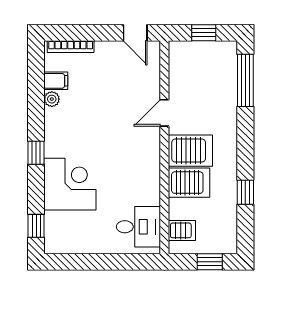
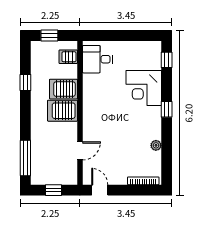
filing cabinet: (56, 81) -> (153, 158), removed
door: (164, 113) -> (80, 151), moved

